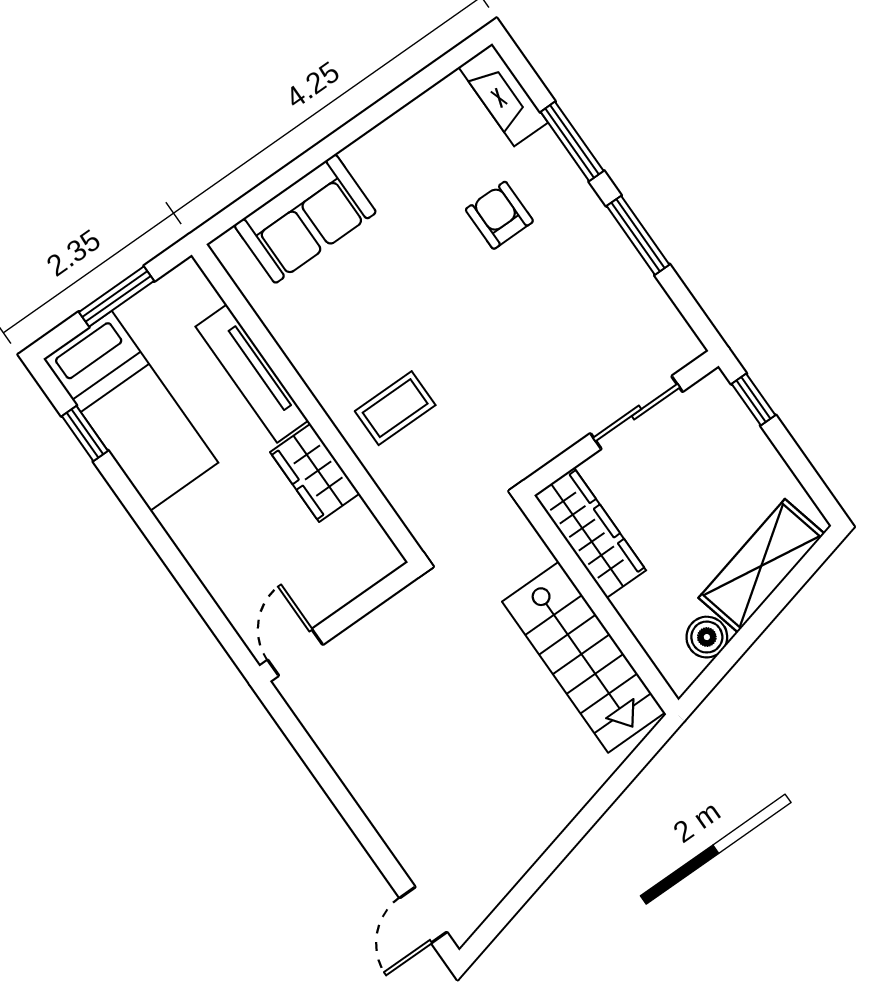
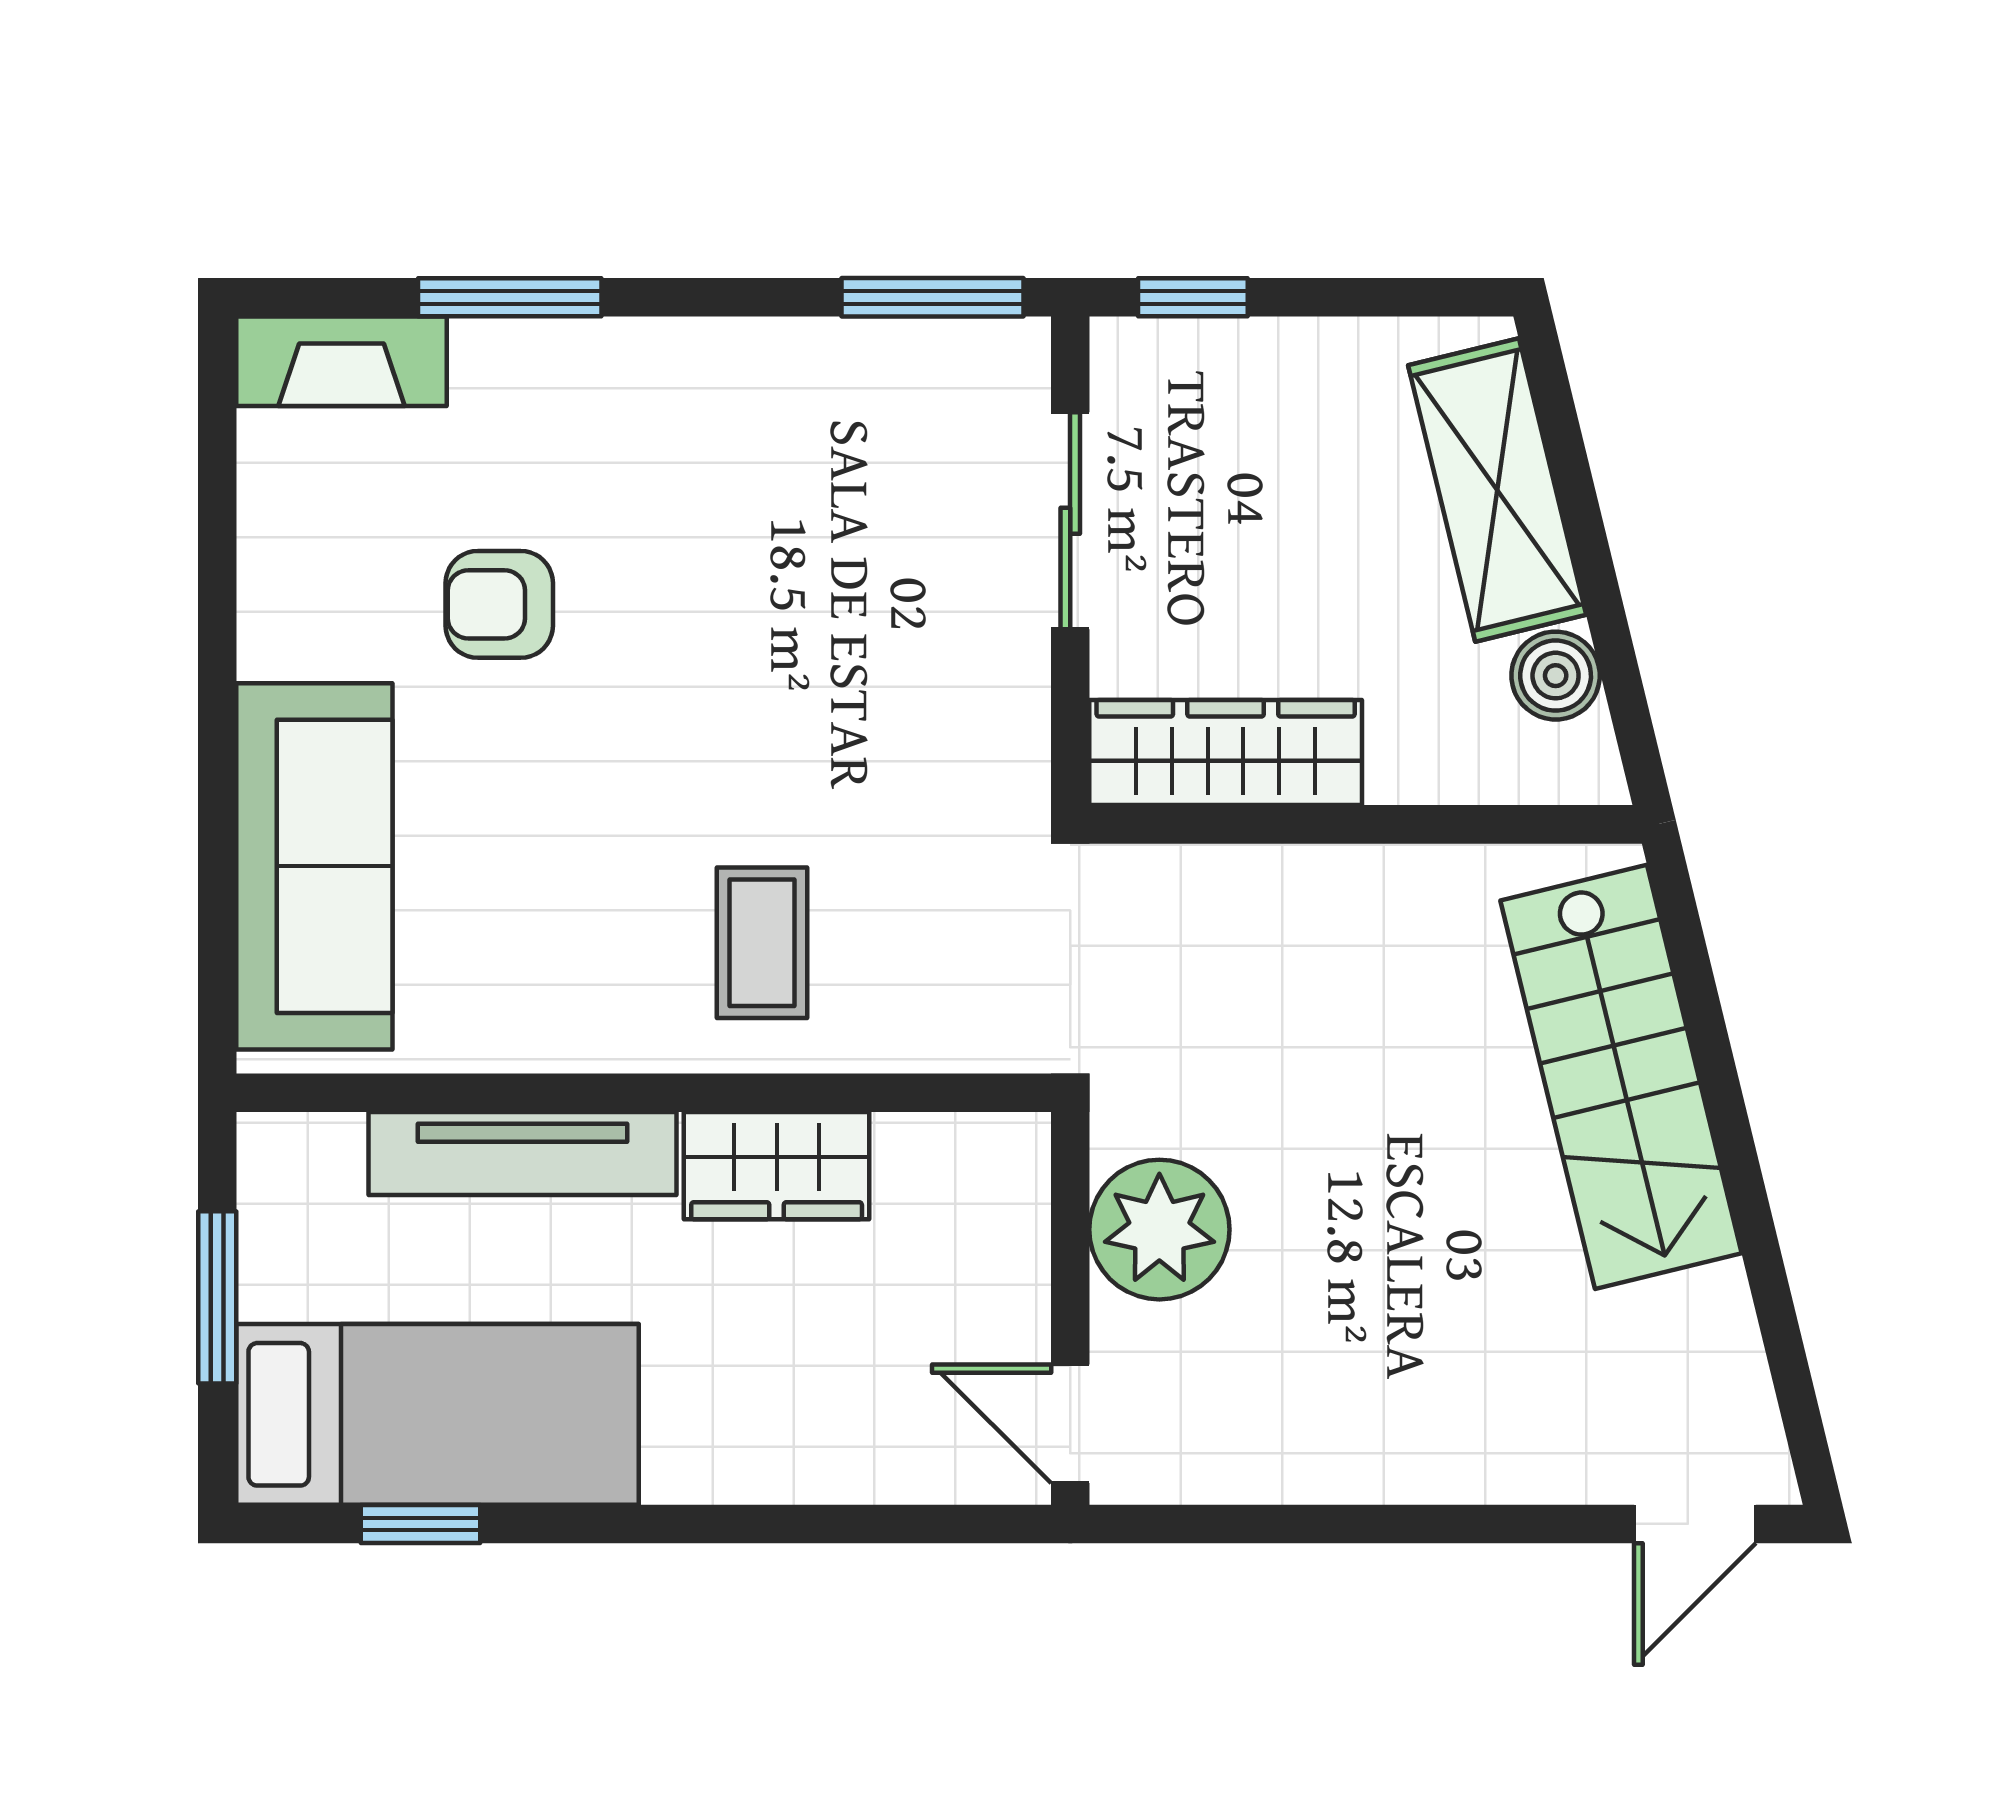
armchair: (499, 215) -> (499, 604), moved
sofa: (305, 219) -> (314, 866), width x1.36
window: (638, 235) -> (933, 297), moved
plant: (392, 634) -> (1159, 1230), added
stairs: (584, 657) -> (1621, 1077), moved, turned 76
door: (423, 915) -> (1695, 1524), hinge flipped

